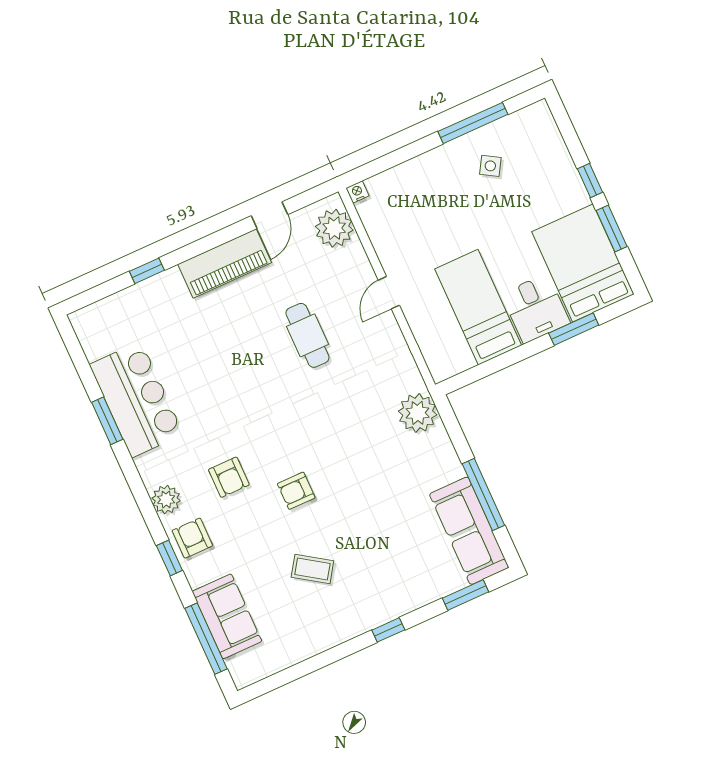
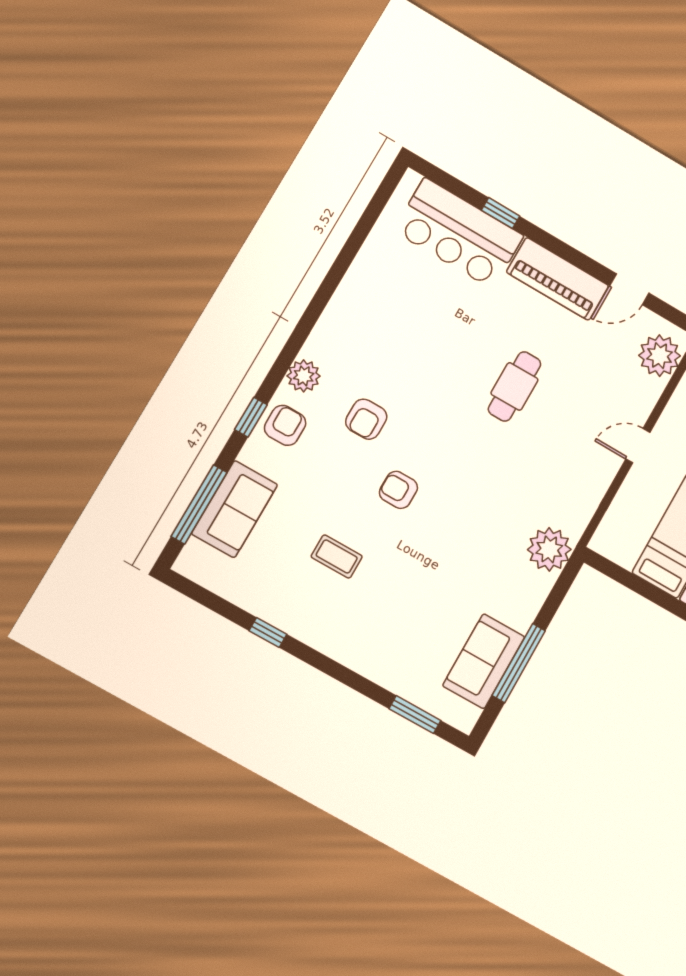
cafe table: (307, 335) -> (515, 386), moved
bar counter: (136, 399) -> (459, 233), moved, turned 90
window: (107, 421) -> (338, 271), removed
sofa: (469, 531) -> (484, 661), width x0.73
coffee table: (312, 569) -> (337, 557), turned -34
window: (388, 630) -> (268, 633), moved

